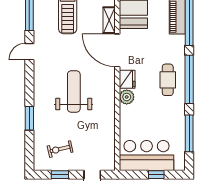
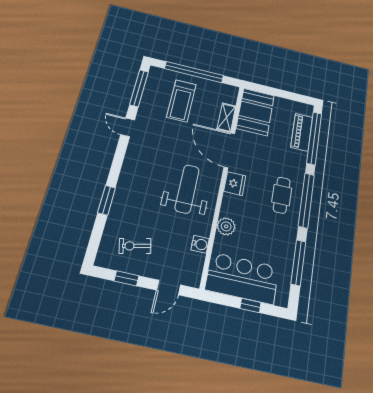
door: (29, 52) -> (128, 127), hinge flipped
weight bench: (74, 92) -> (187, 189), moved
plant: (127, 97) -> (226, 226), moved
water cooler: (109, 136) -> (200, 244), added

